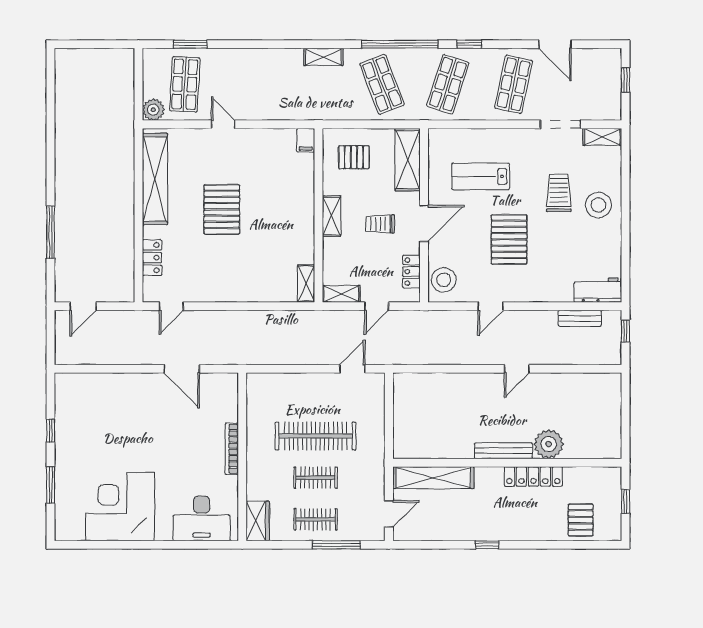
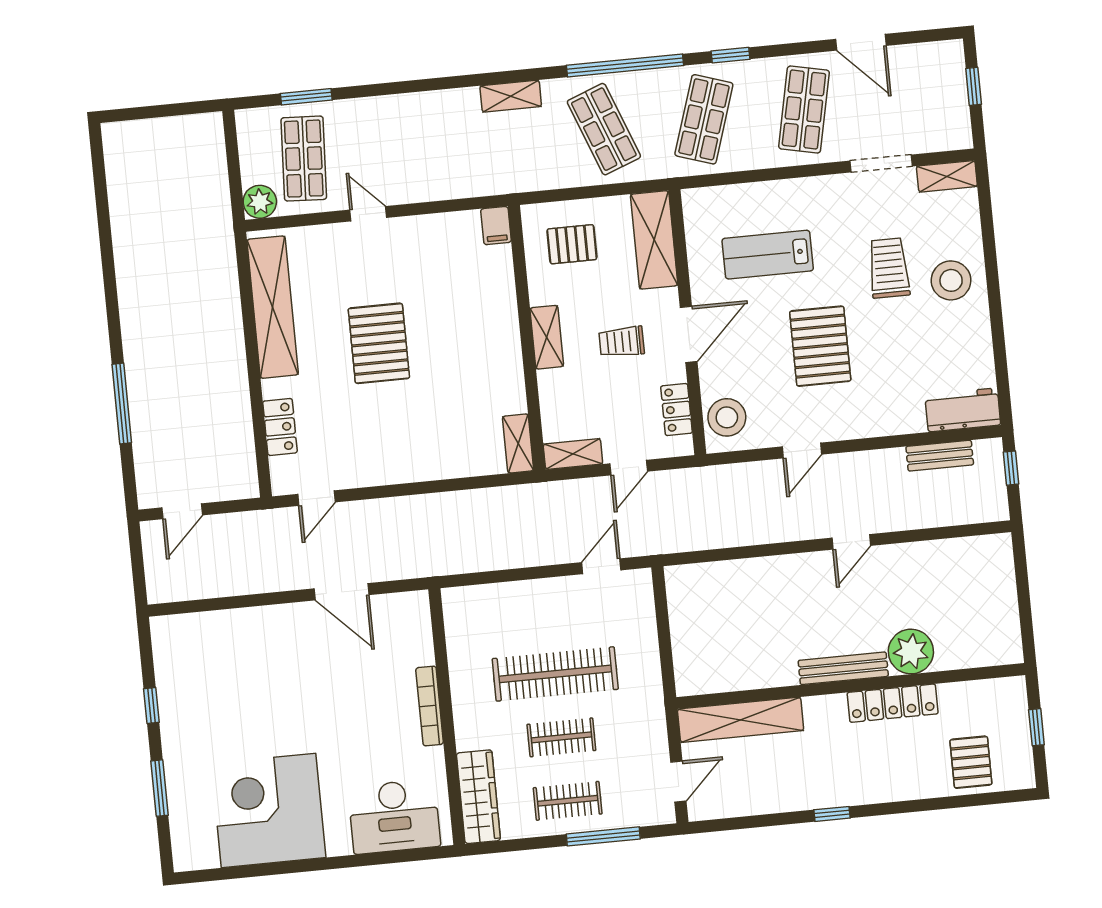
wardrobe: (258, 521) -> (478, 797), width x1.50

